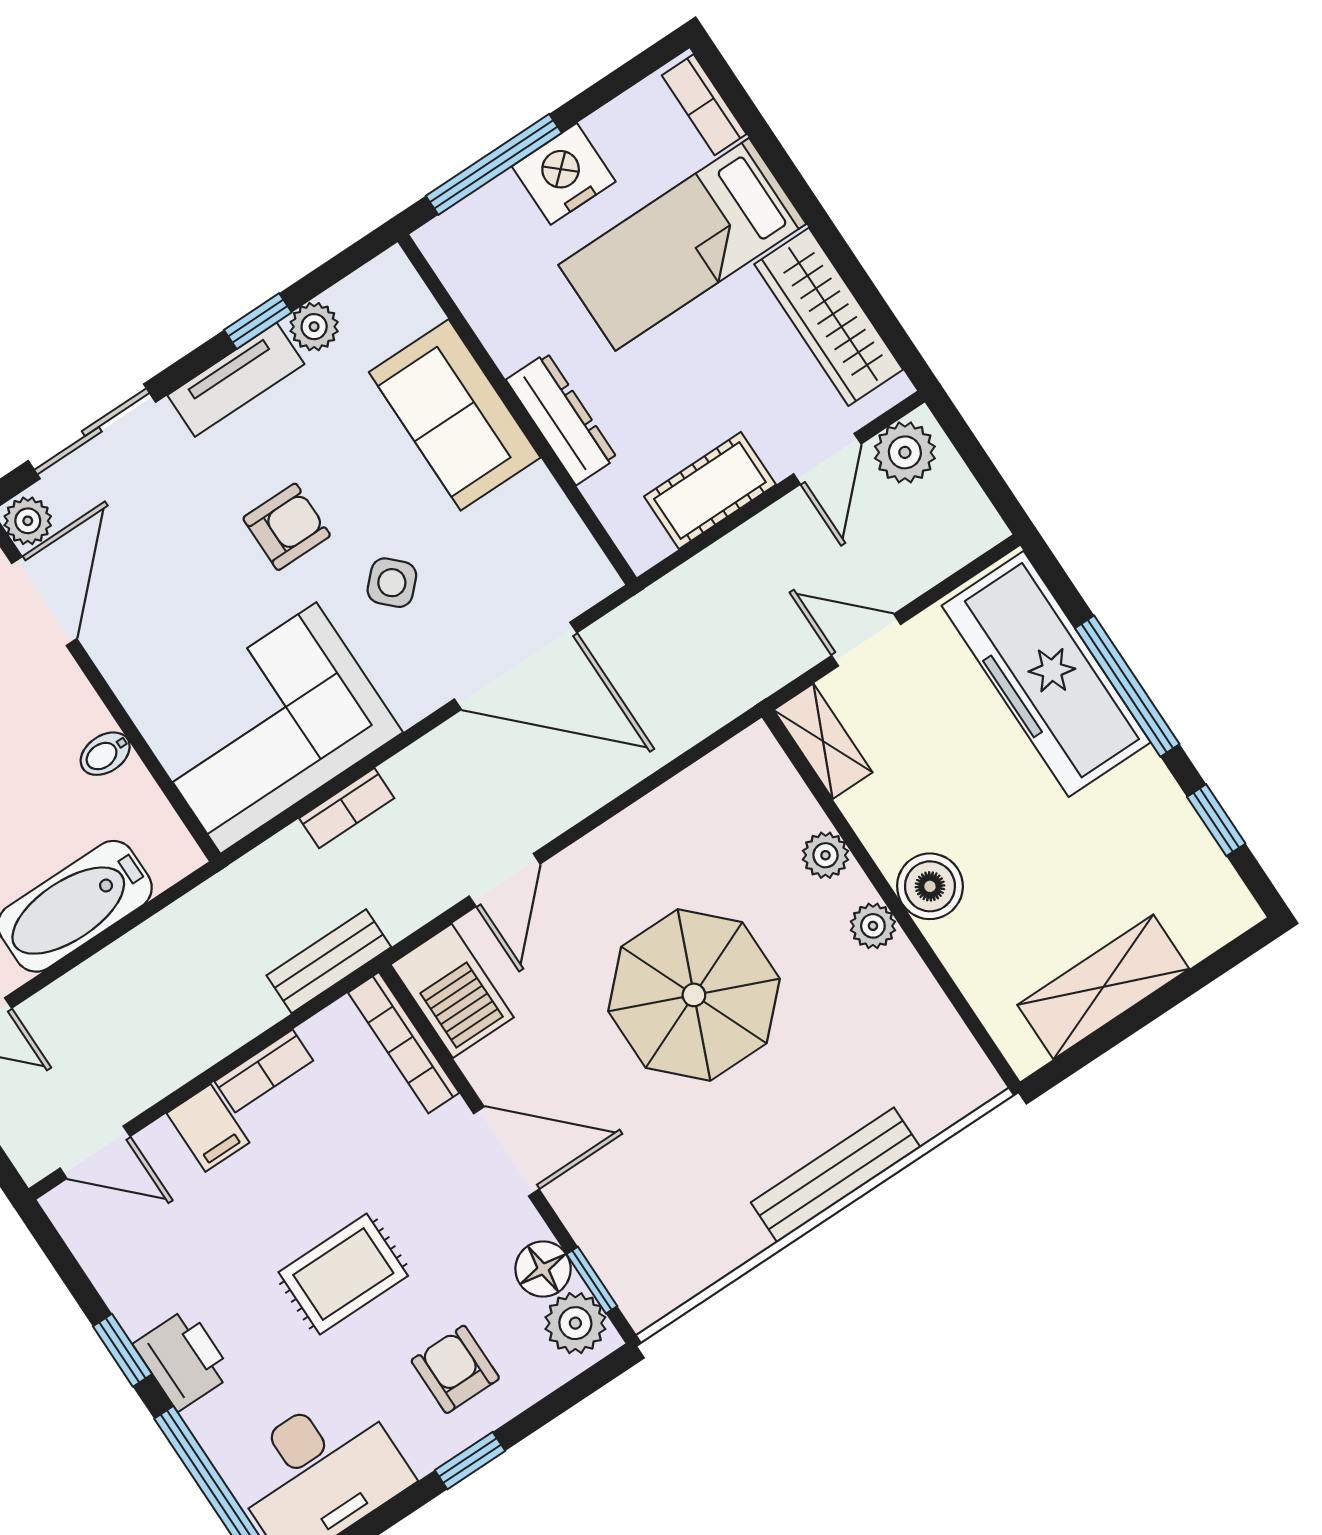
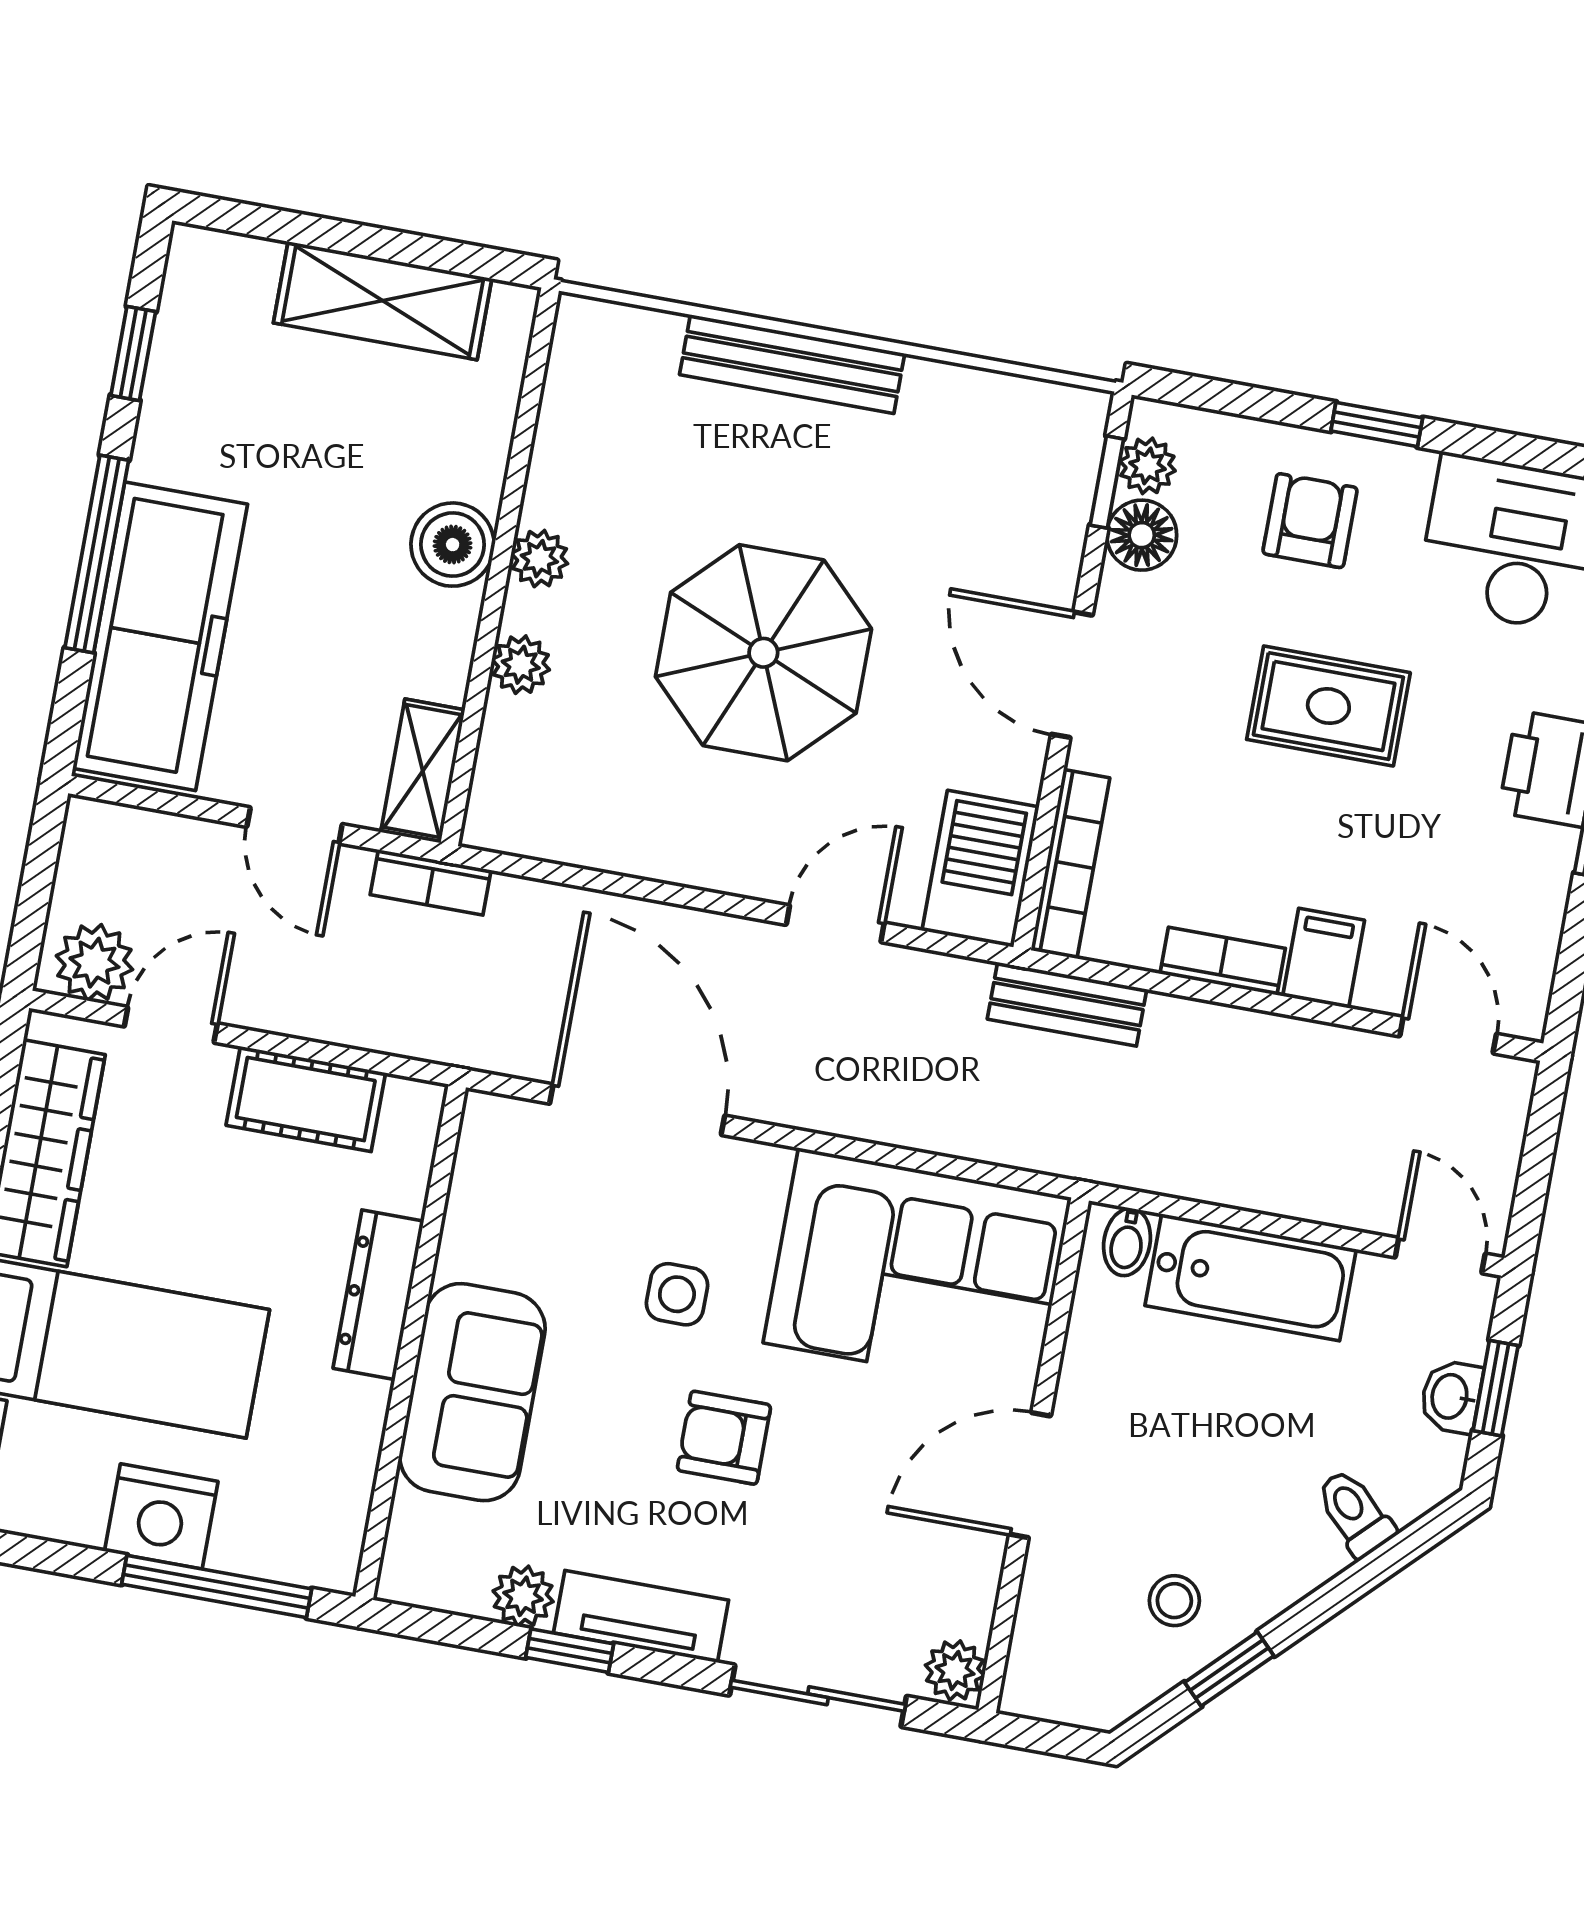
side table: (392, 583) -> (677, 1294), turned 45
door: (44, 601) -> (1030, 1475), moved
bidet: (105, 754) -> (1127, 1242), moved, turned 90
bookcase: (347, 808) -> (431, 882), moved, turned 180
plant: (575, 1323) -> (1147, 466), width x0.73, depth x0.73
armchair: (455, 1369) -> (1310, 521), turned 180

